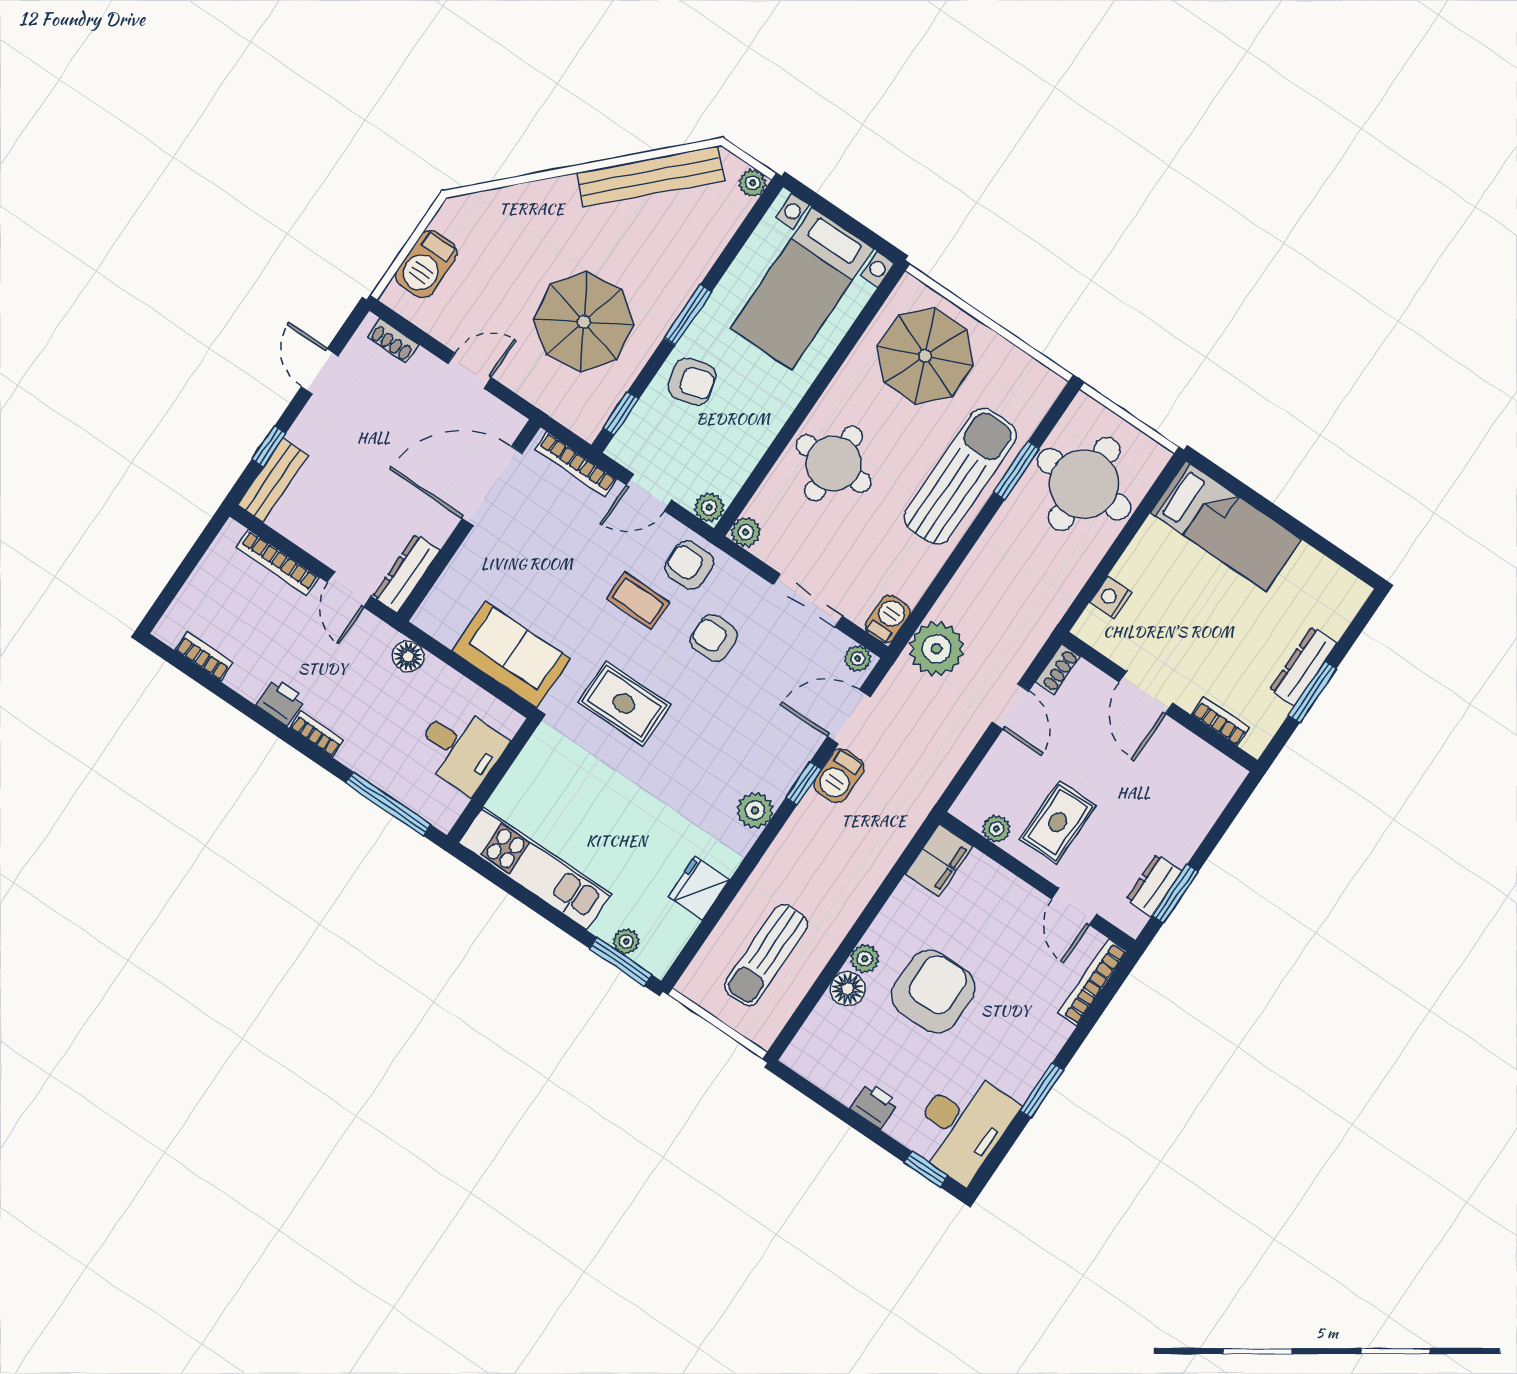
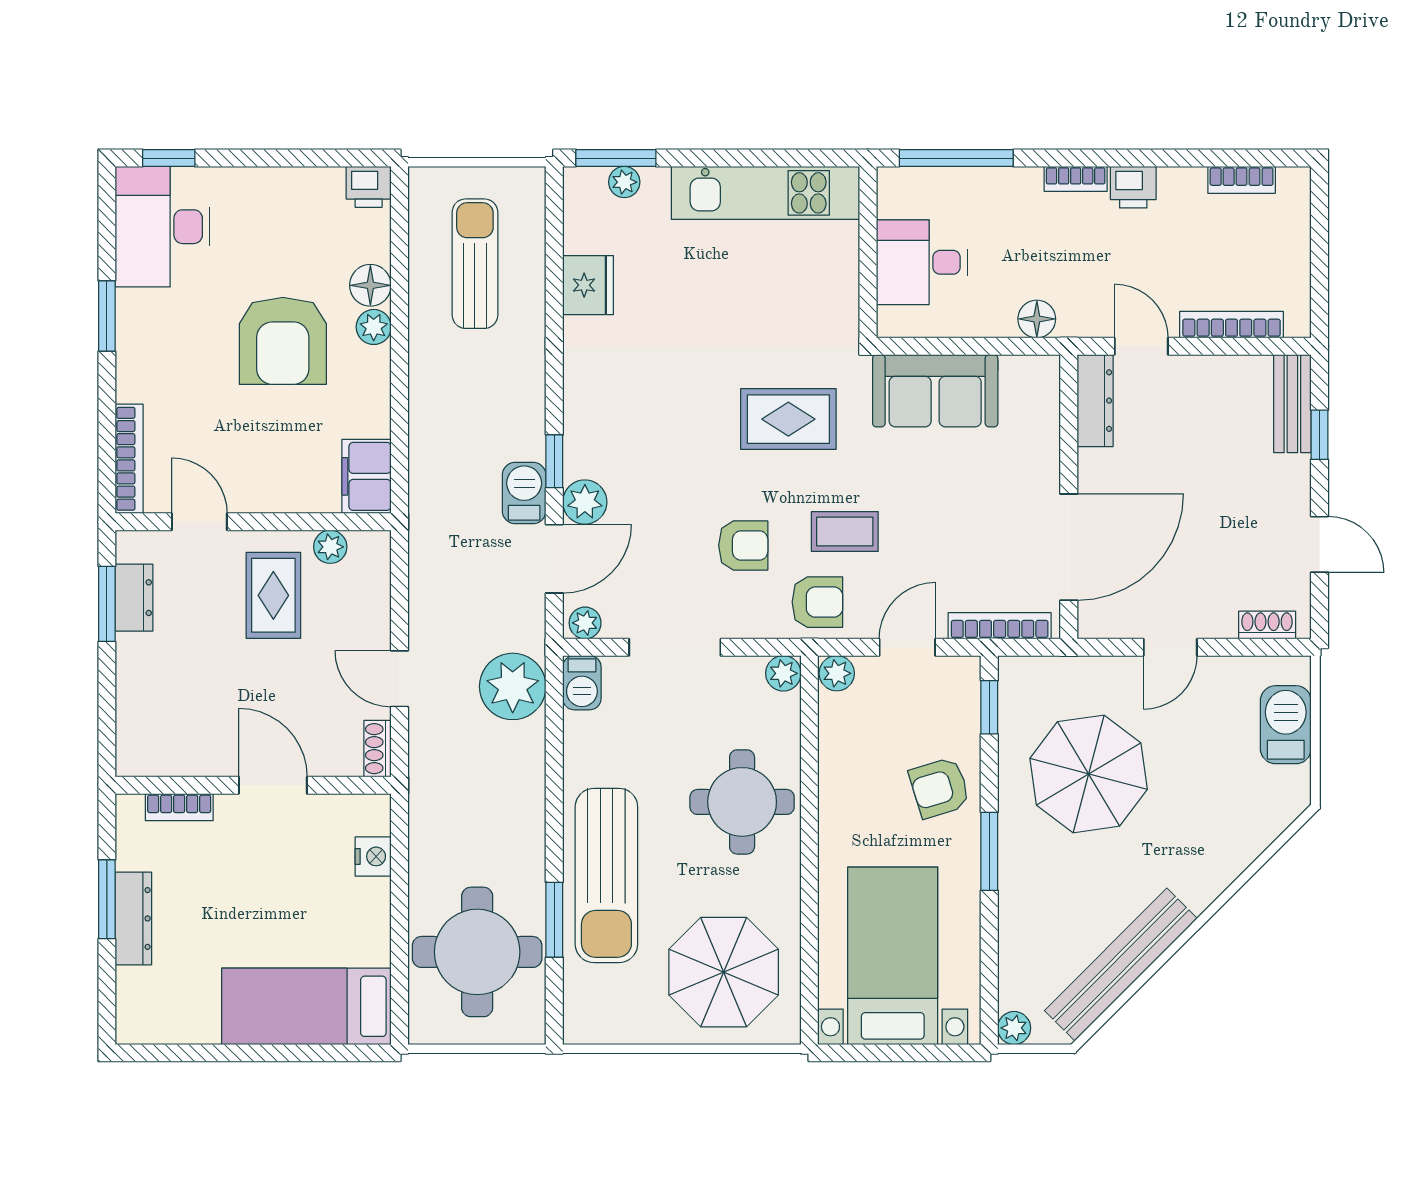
plant: (755, 810) -> (585, 502), moved
printer: (875, 1105) -> (369, 187), moved

